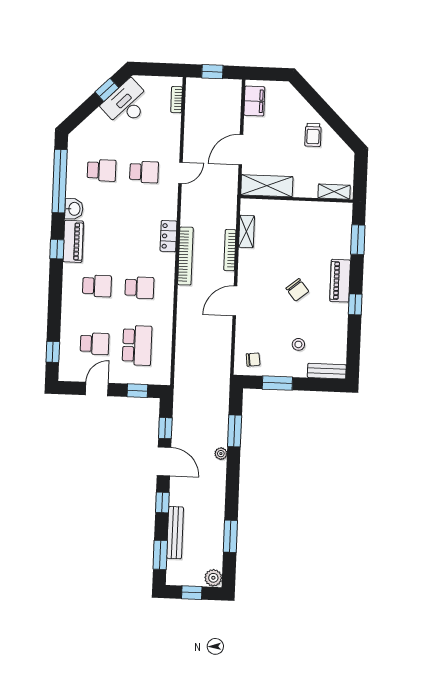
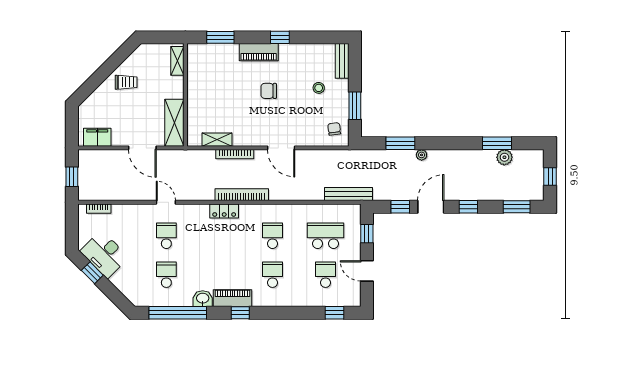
chair: (297, 290) -> (269, 91), turned -141
bench: (175, 533) -> (349, 194), moved
plant: (213, 578) -> (504, 157), moved

